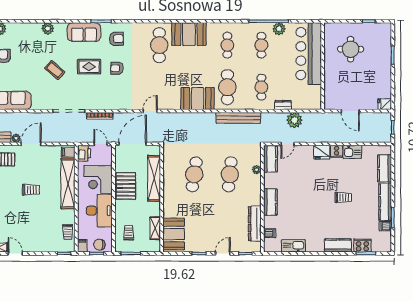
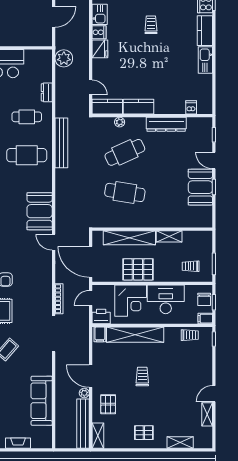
booth: (198, 99) -> (40, 211), moved
plant: (294, 120) -> (64, 58), moved
cafe table: (230, 174) -> (125, 152), turned -30
kitchen counter: (270, 202) -> (139, 107), moved
dresser: (255, 224) -> (166, 124), moved
shelving: (155, 228) -> (169, 236), moved
booth: (174, 234) -> (200, 187), moved, turned 90
kitchen sink: (293, 246) -> (205, 60), moved

